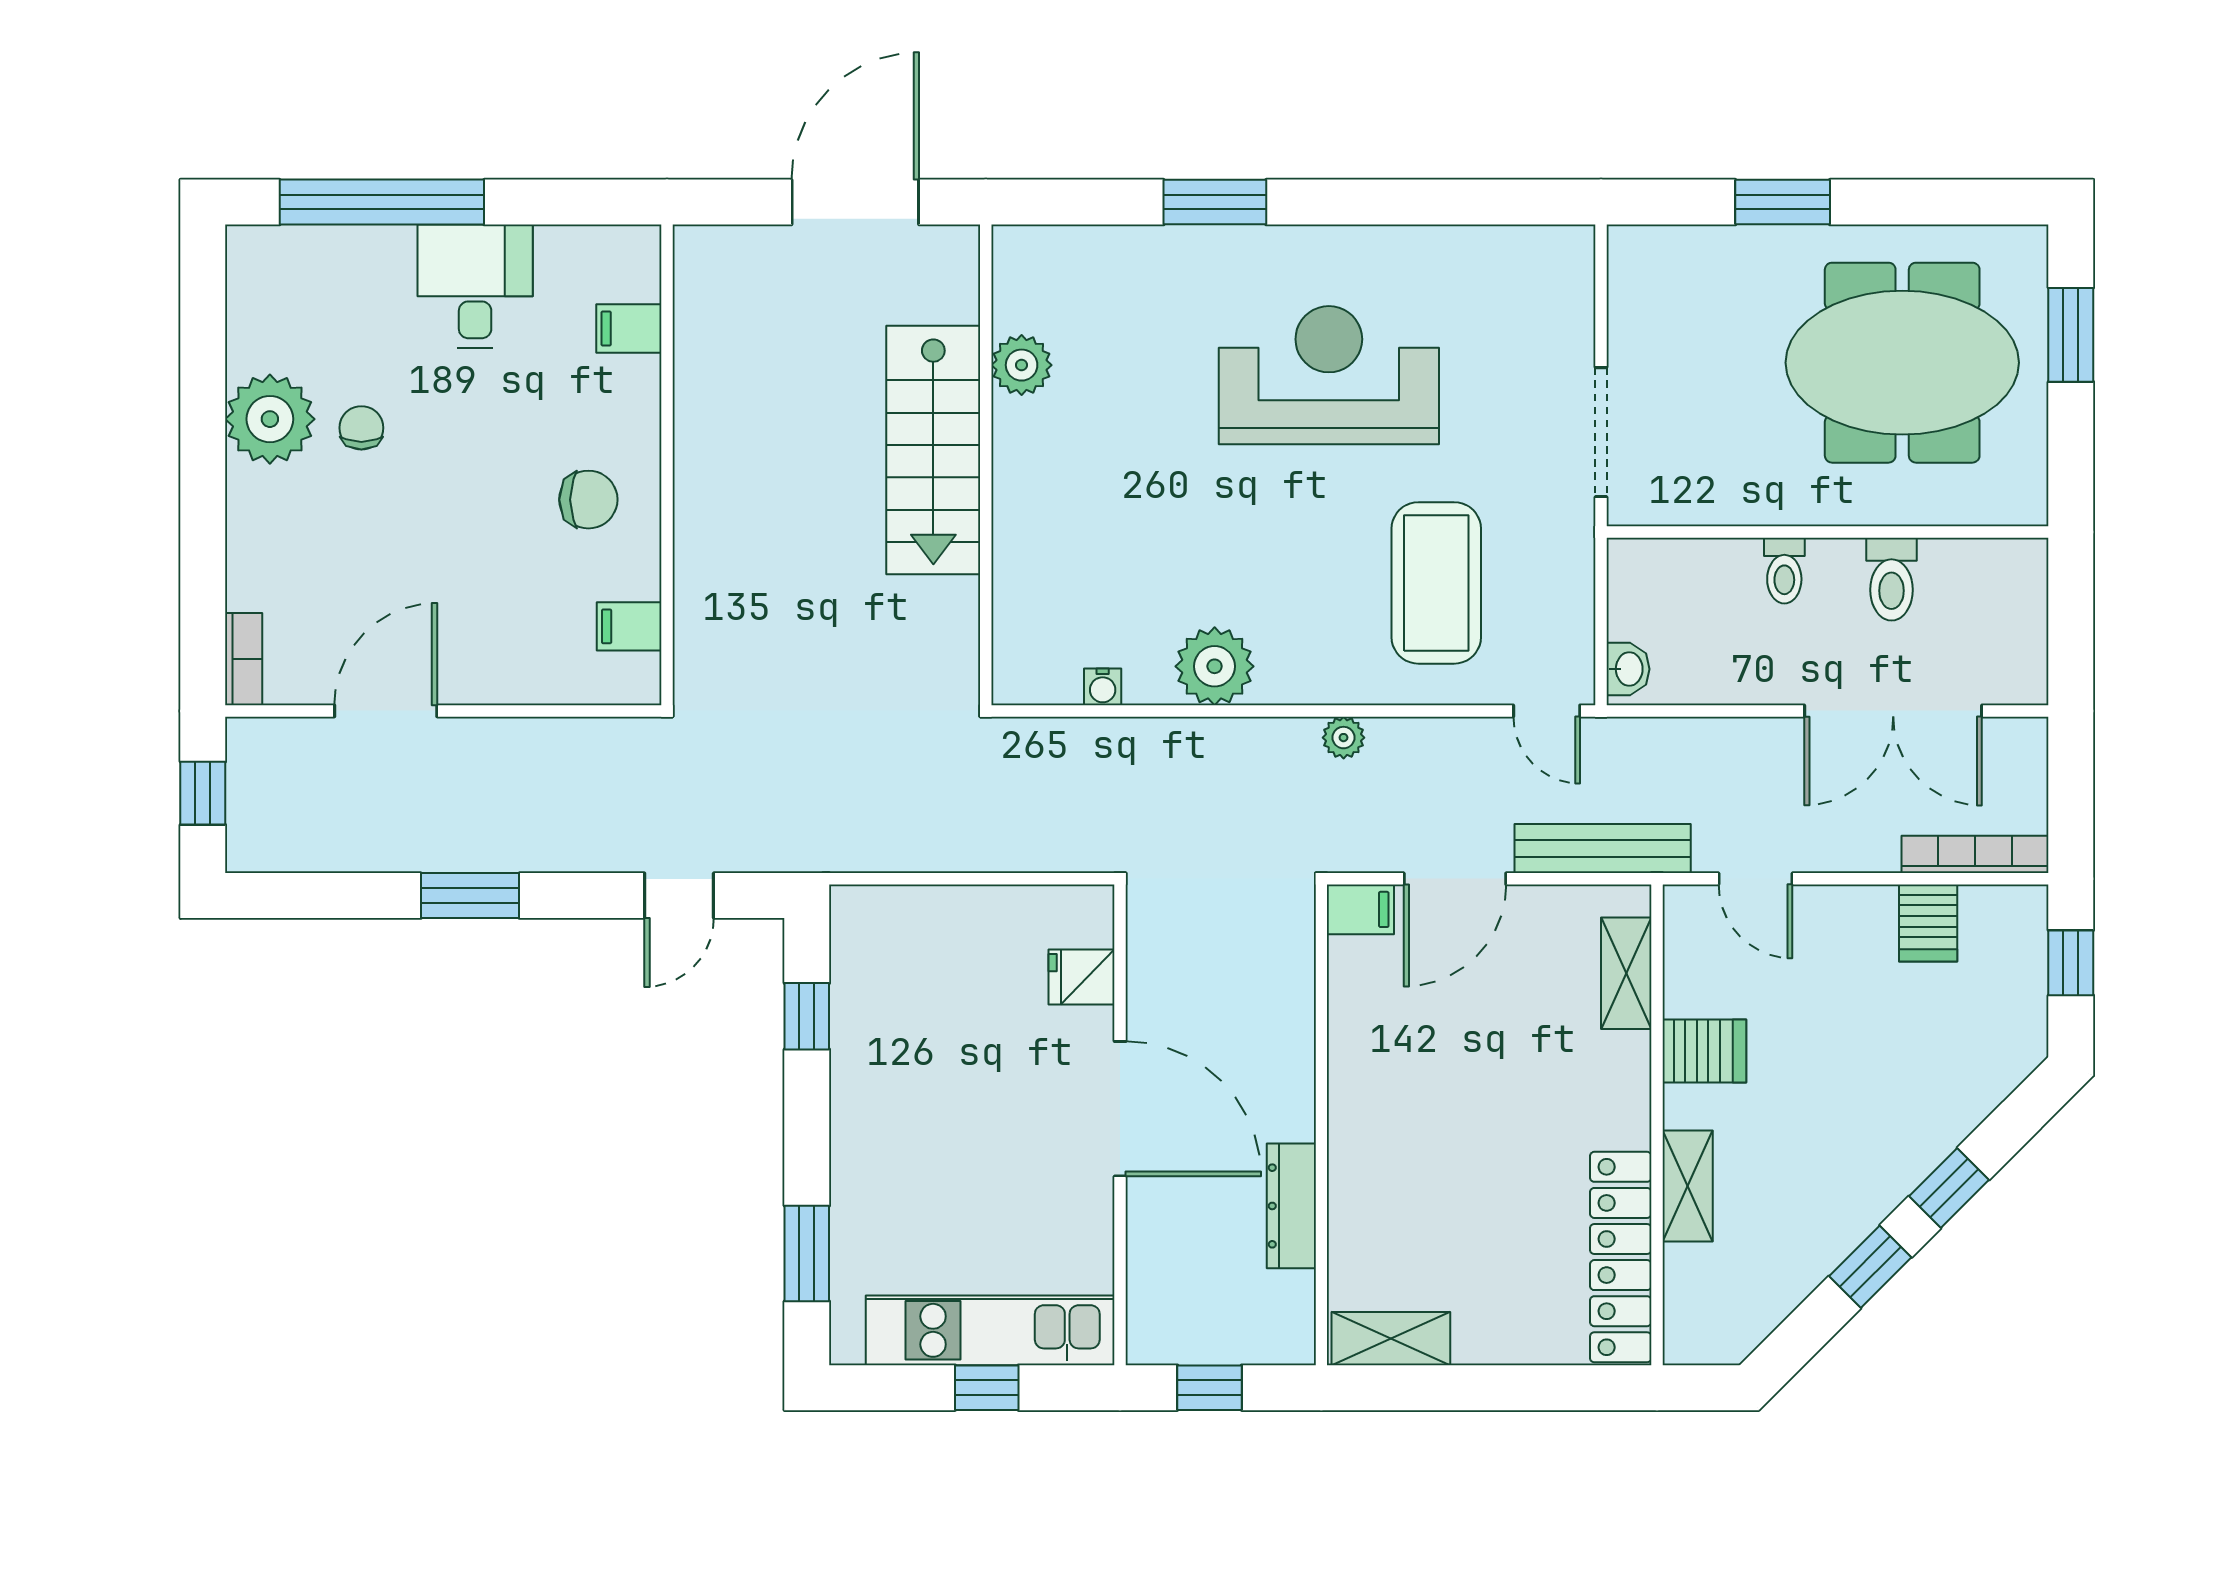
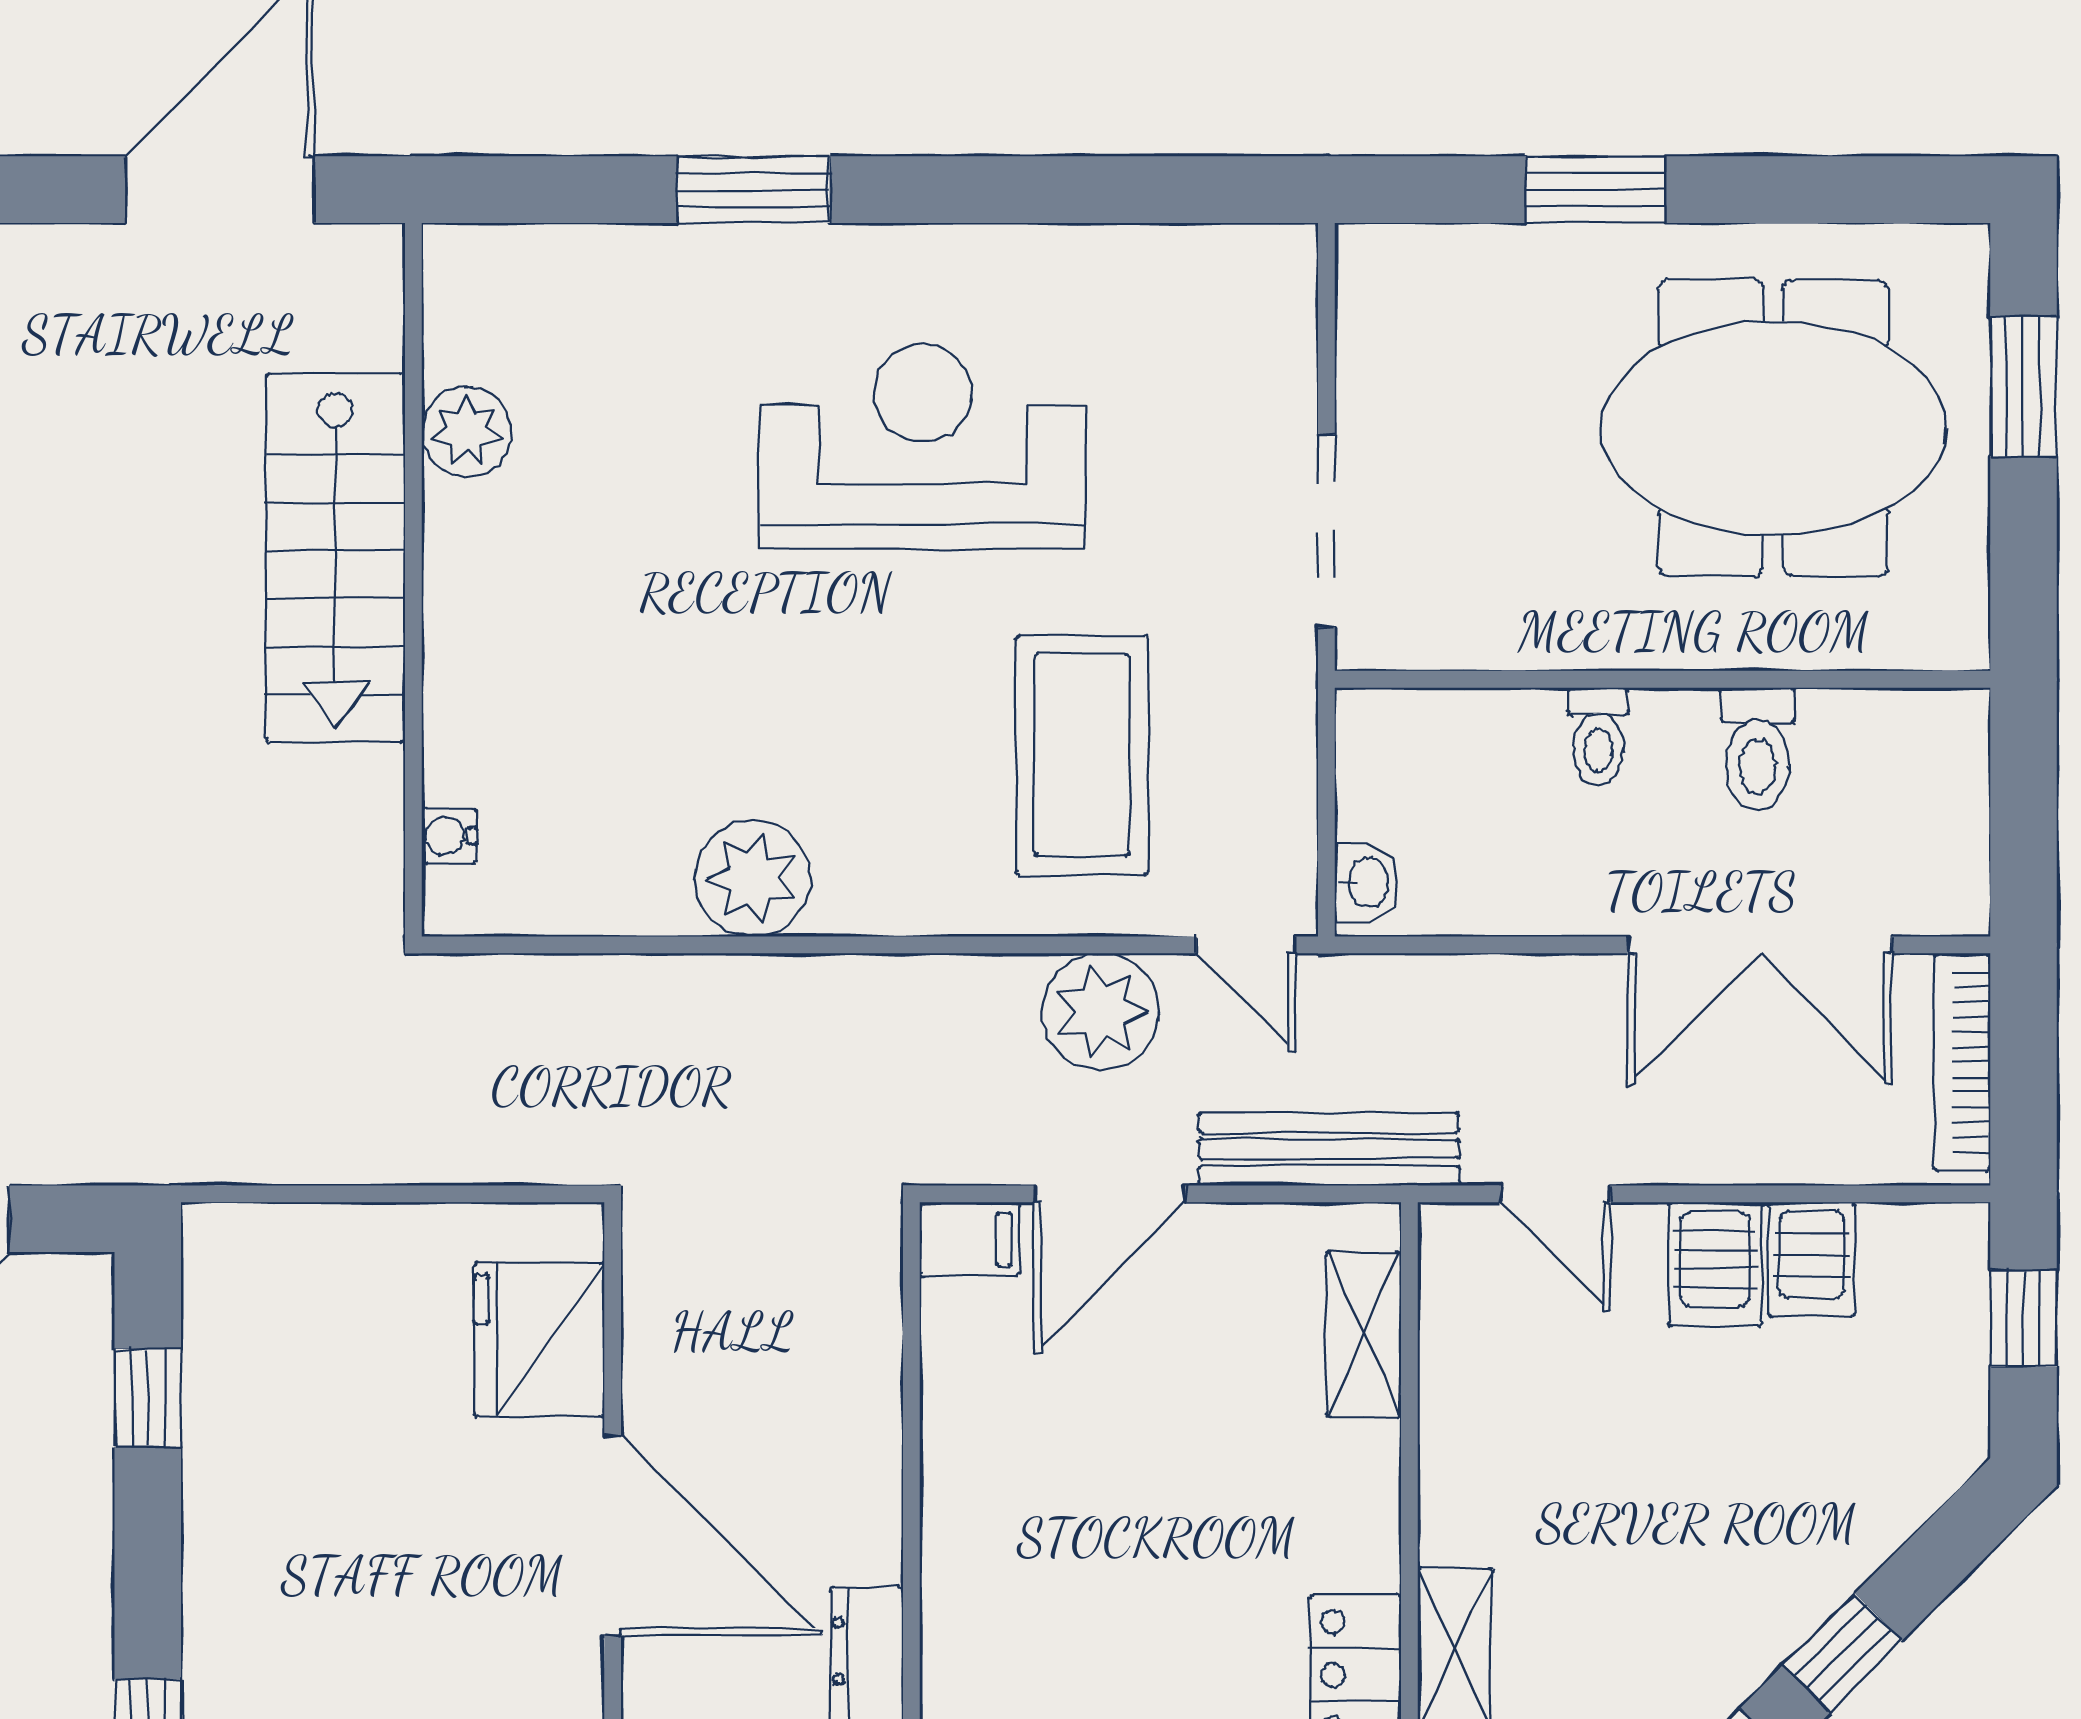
water cooler: (1103, 687) -> (449, 836), moved, turned 90
plant: (1344, 738) -> (1101, 1012), moved, width x1.88, depth x1.88
bookcase: (1975, 854) -> (1962, 1062), moved, turned -90
fridge: (1082, 977) -> (539, 1340), width x1.88, depth x1.34
server rack: (1704, 1051) -> (1715, 1264), moved, turned 90

